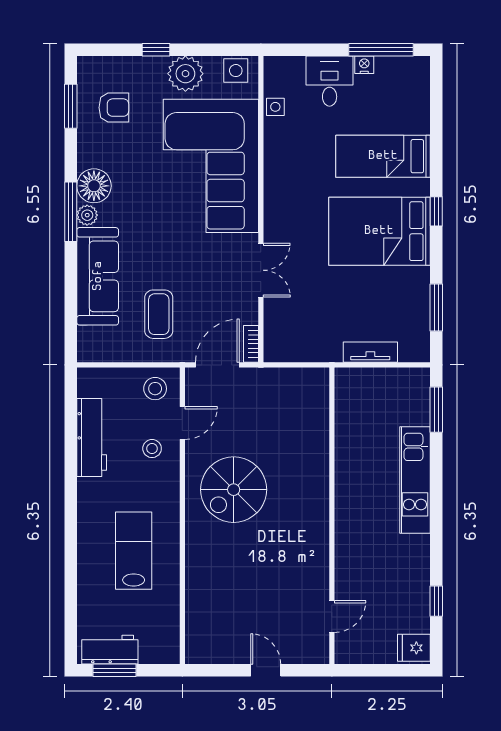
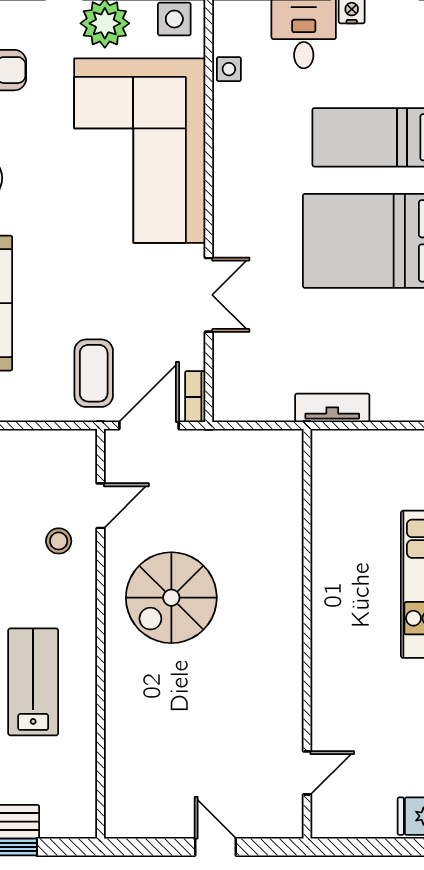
coffee table: (159, 314) -> (94, 373), moved
tv unit: (370, 352) -> (332, 408), moved
stool: (155, 389) -> (63, 458), removed

